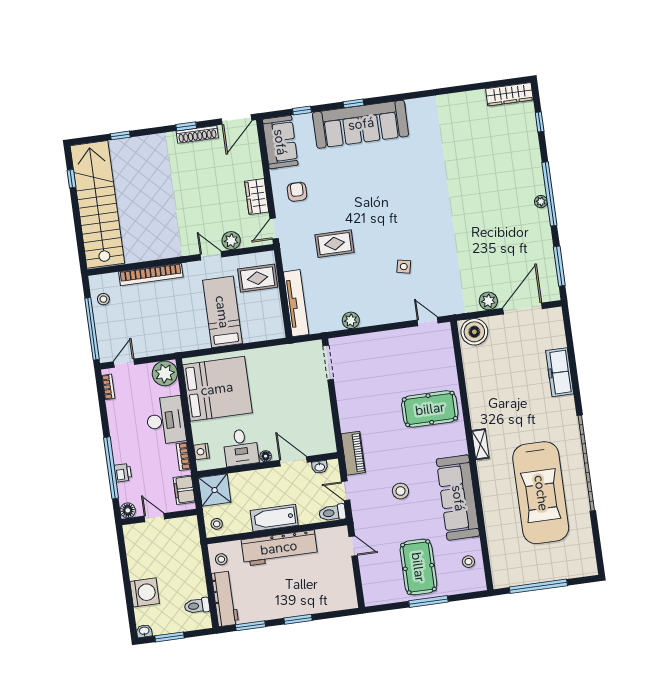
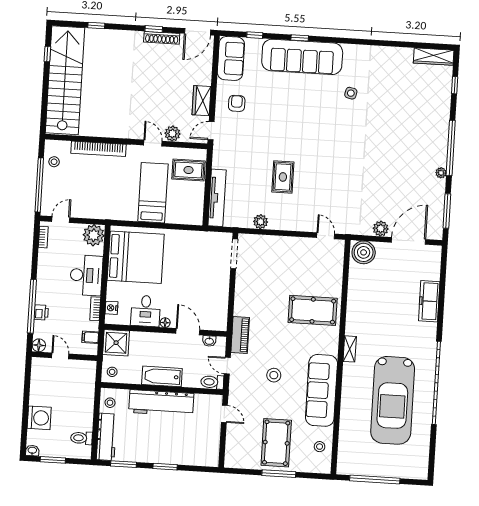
plant: (541, 202) -> (441, 173), moved
rug: (335, 244) -> (283, 177), moved, turned 90
side table: (404, 267) -> (351, 93), moved
filing cabinet: (184, 490) -> (90, 337), width x0.50

